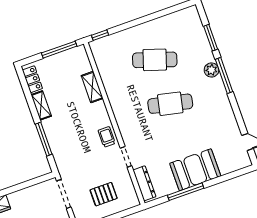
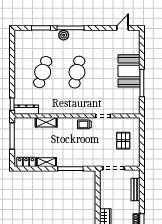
dresser: (144, 183) -> (26, 110), moved

